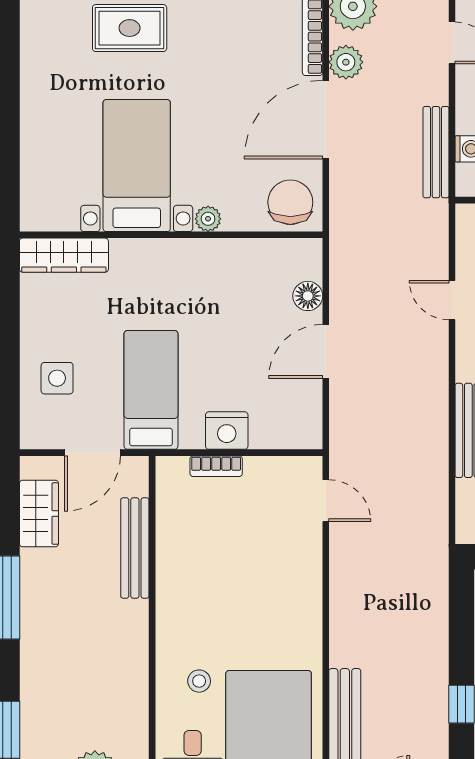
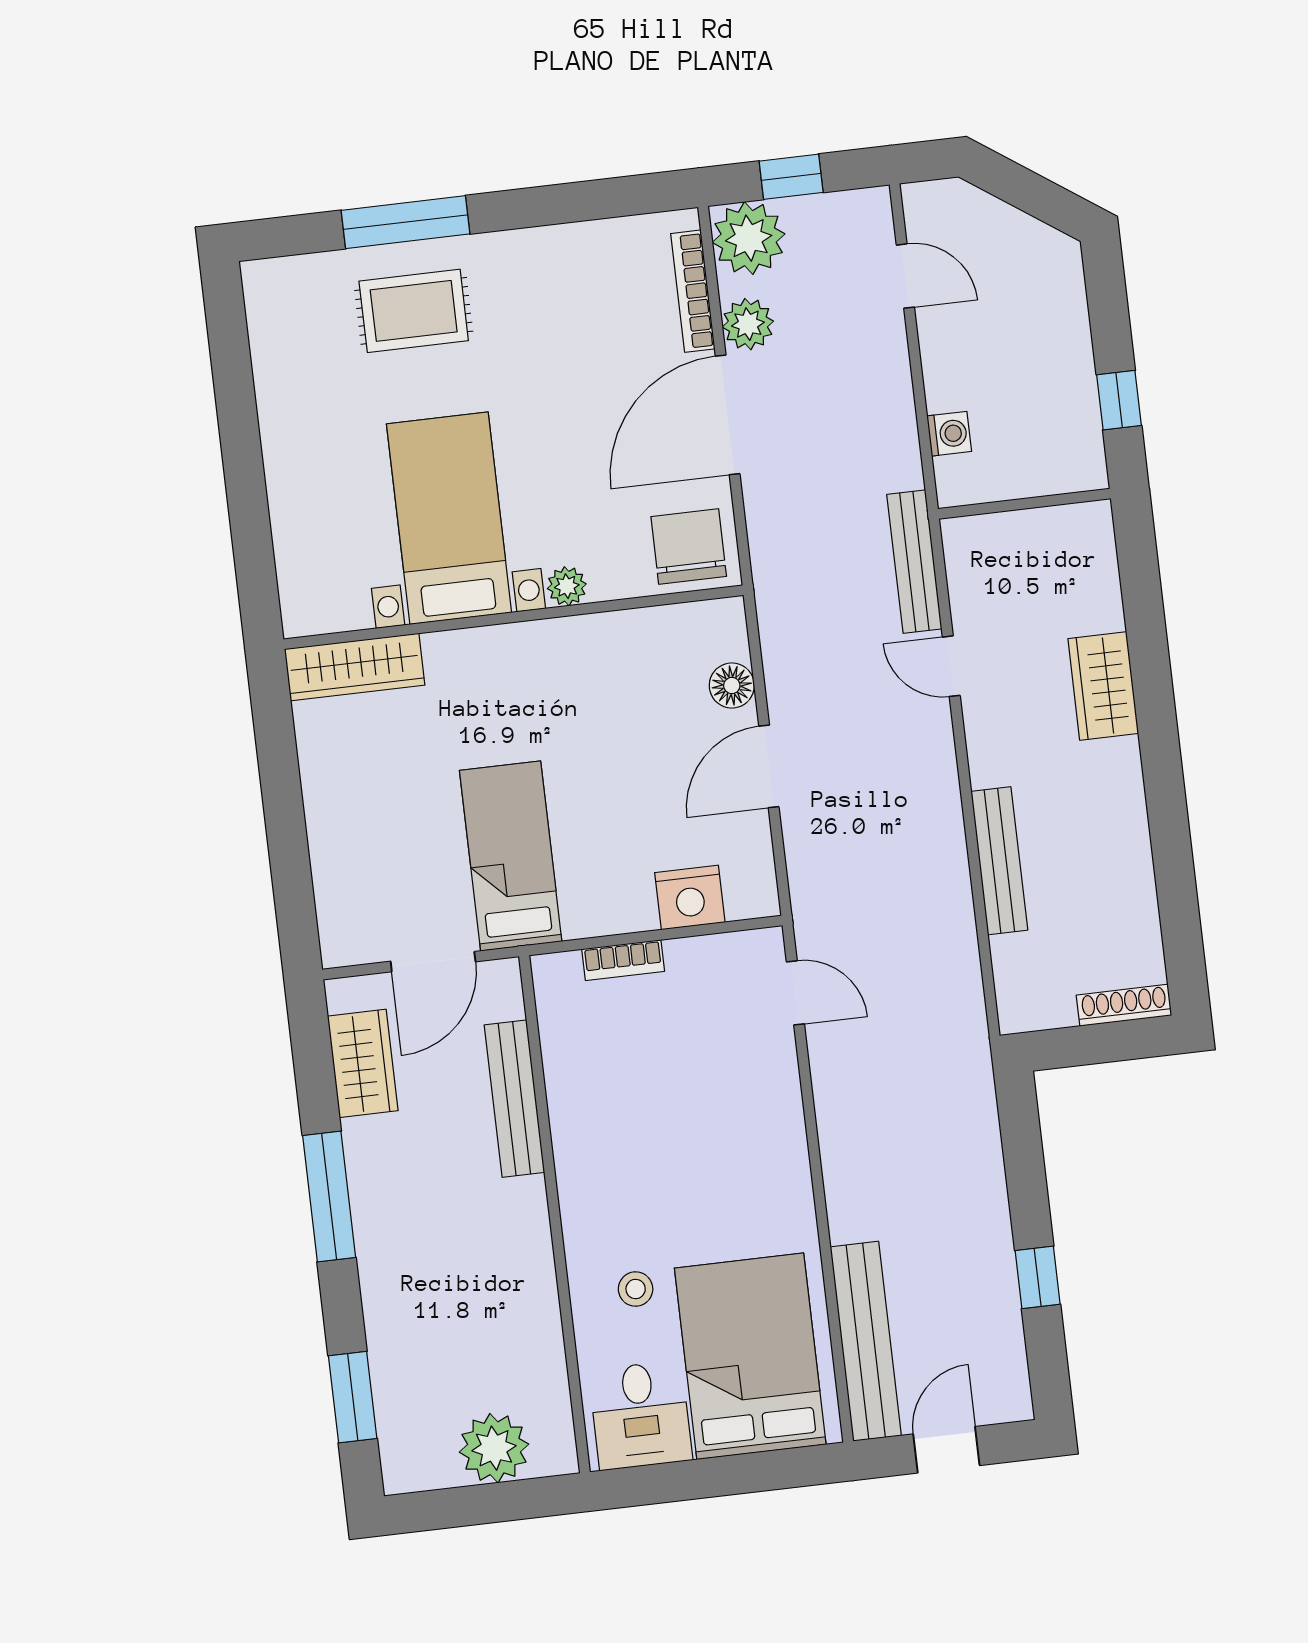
bench: (436, 152) -> (914, 562), moved
side table: (57, 378) -> (366, 855), removed
nightstand: (227, 431) -> (690, 897), moved

